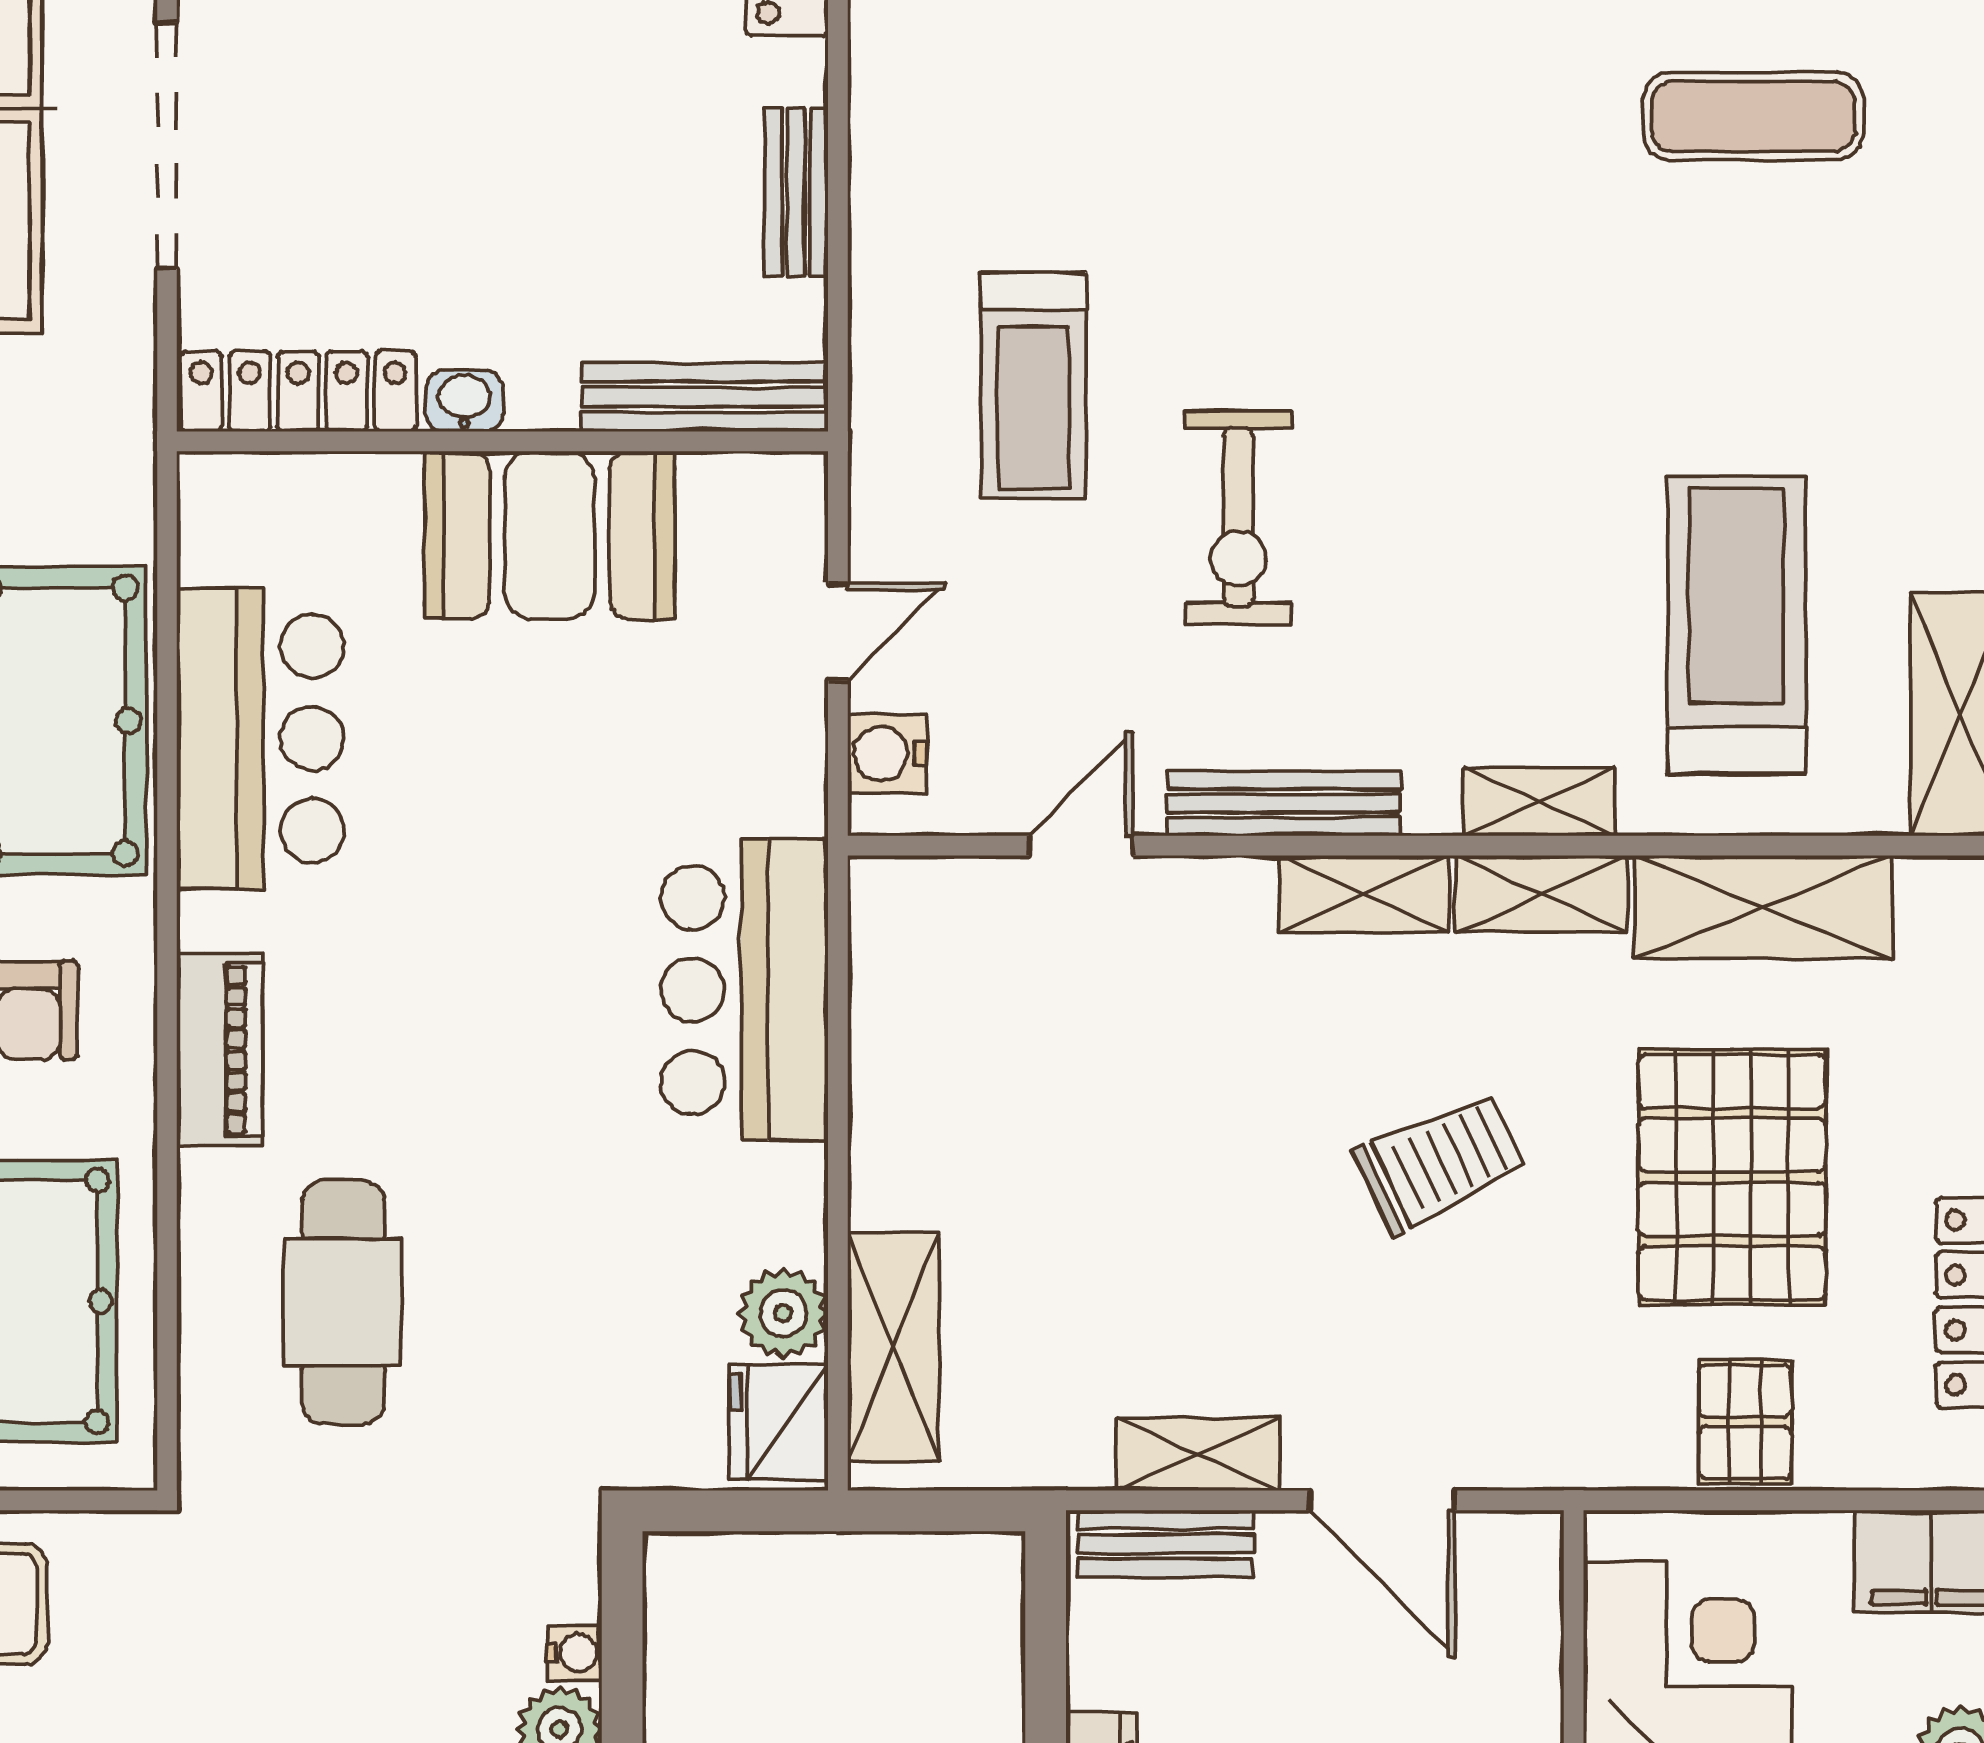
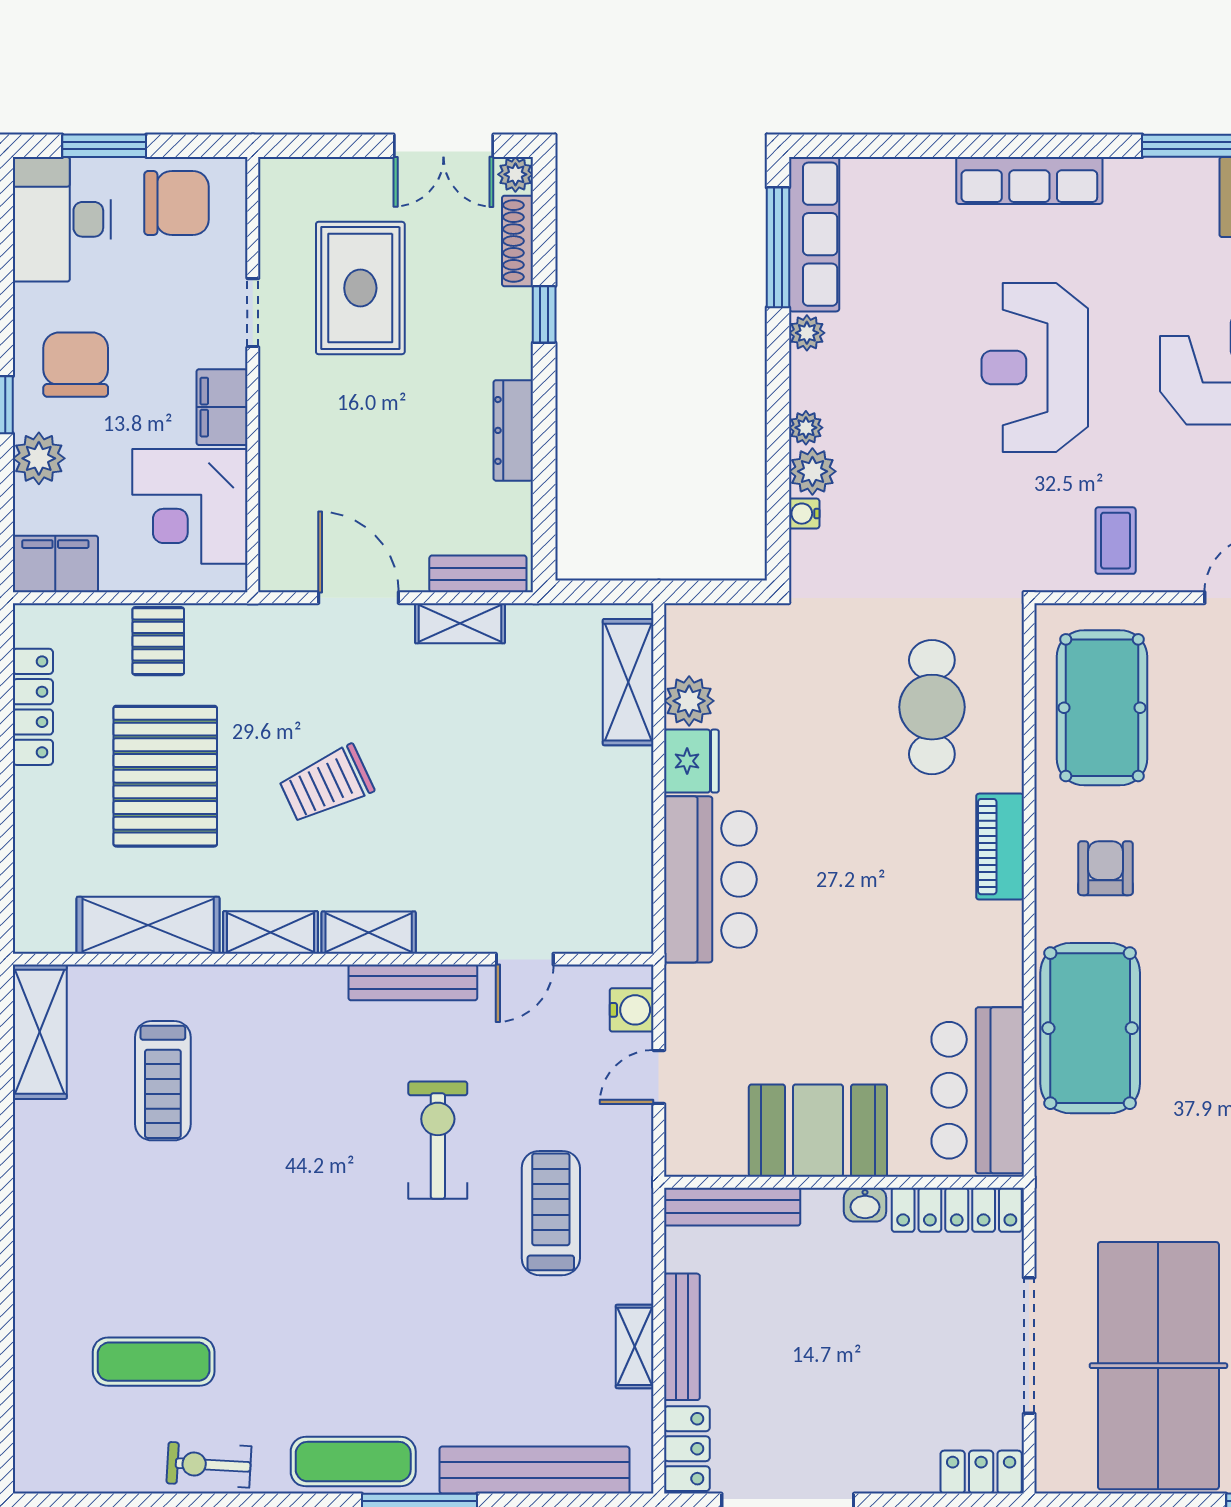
bench: (796, 192) -> (682, 1337), width x1.36
treadmill: (1736, 625) -> (163, 1081), width x0.73, depth x0.73
bar counter: (260, 738) -> (978, 1090), moved
shelving: (1539, 802) -> (635, 1346), moved, turned 90
fridge: (779, 1422) -> (691, 761), moved

